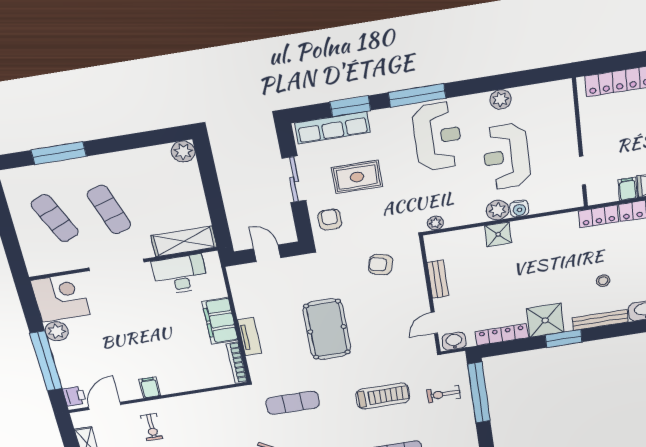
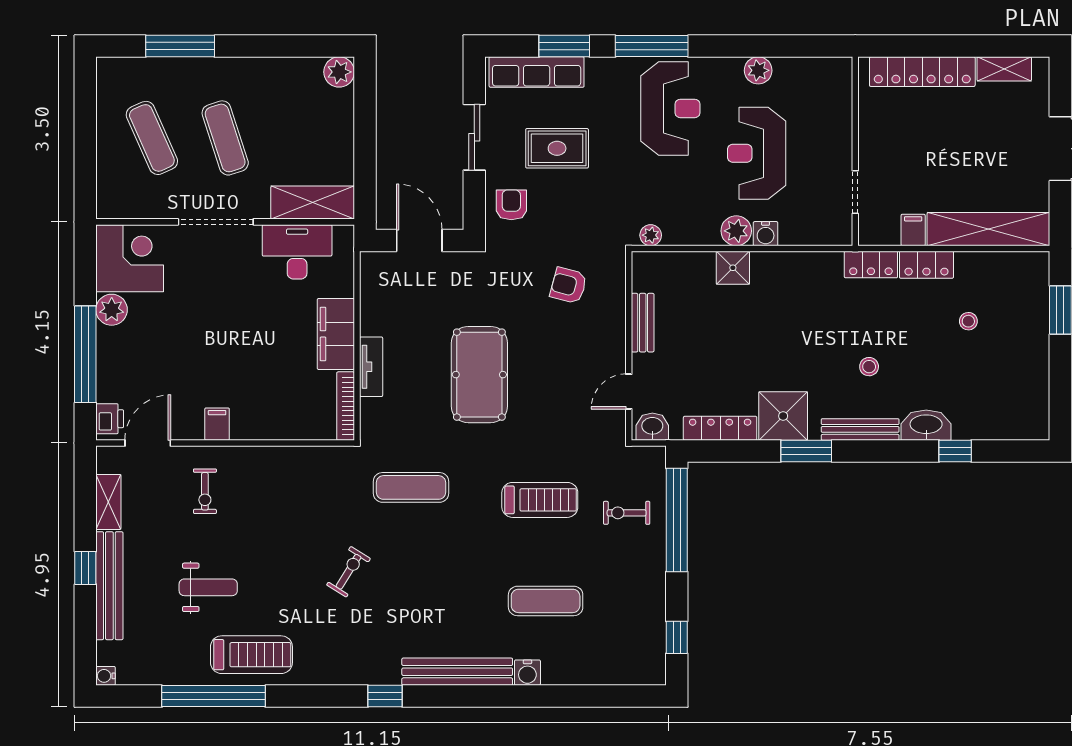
door: (267, 253) -> (419, 241), width x1.38

